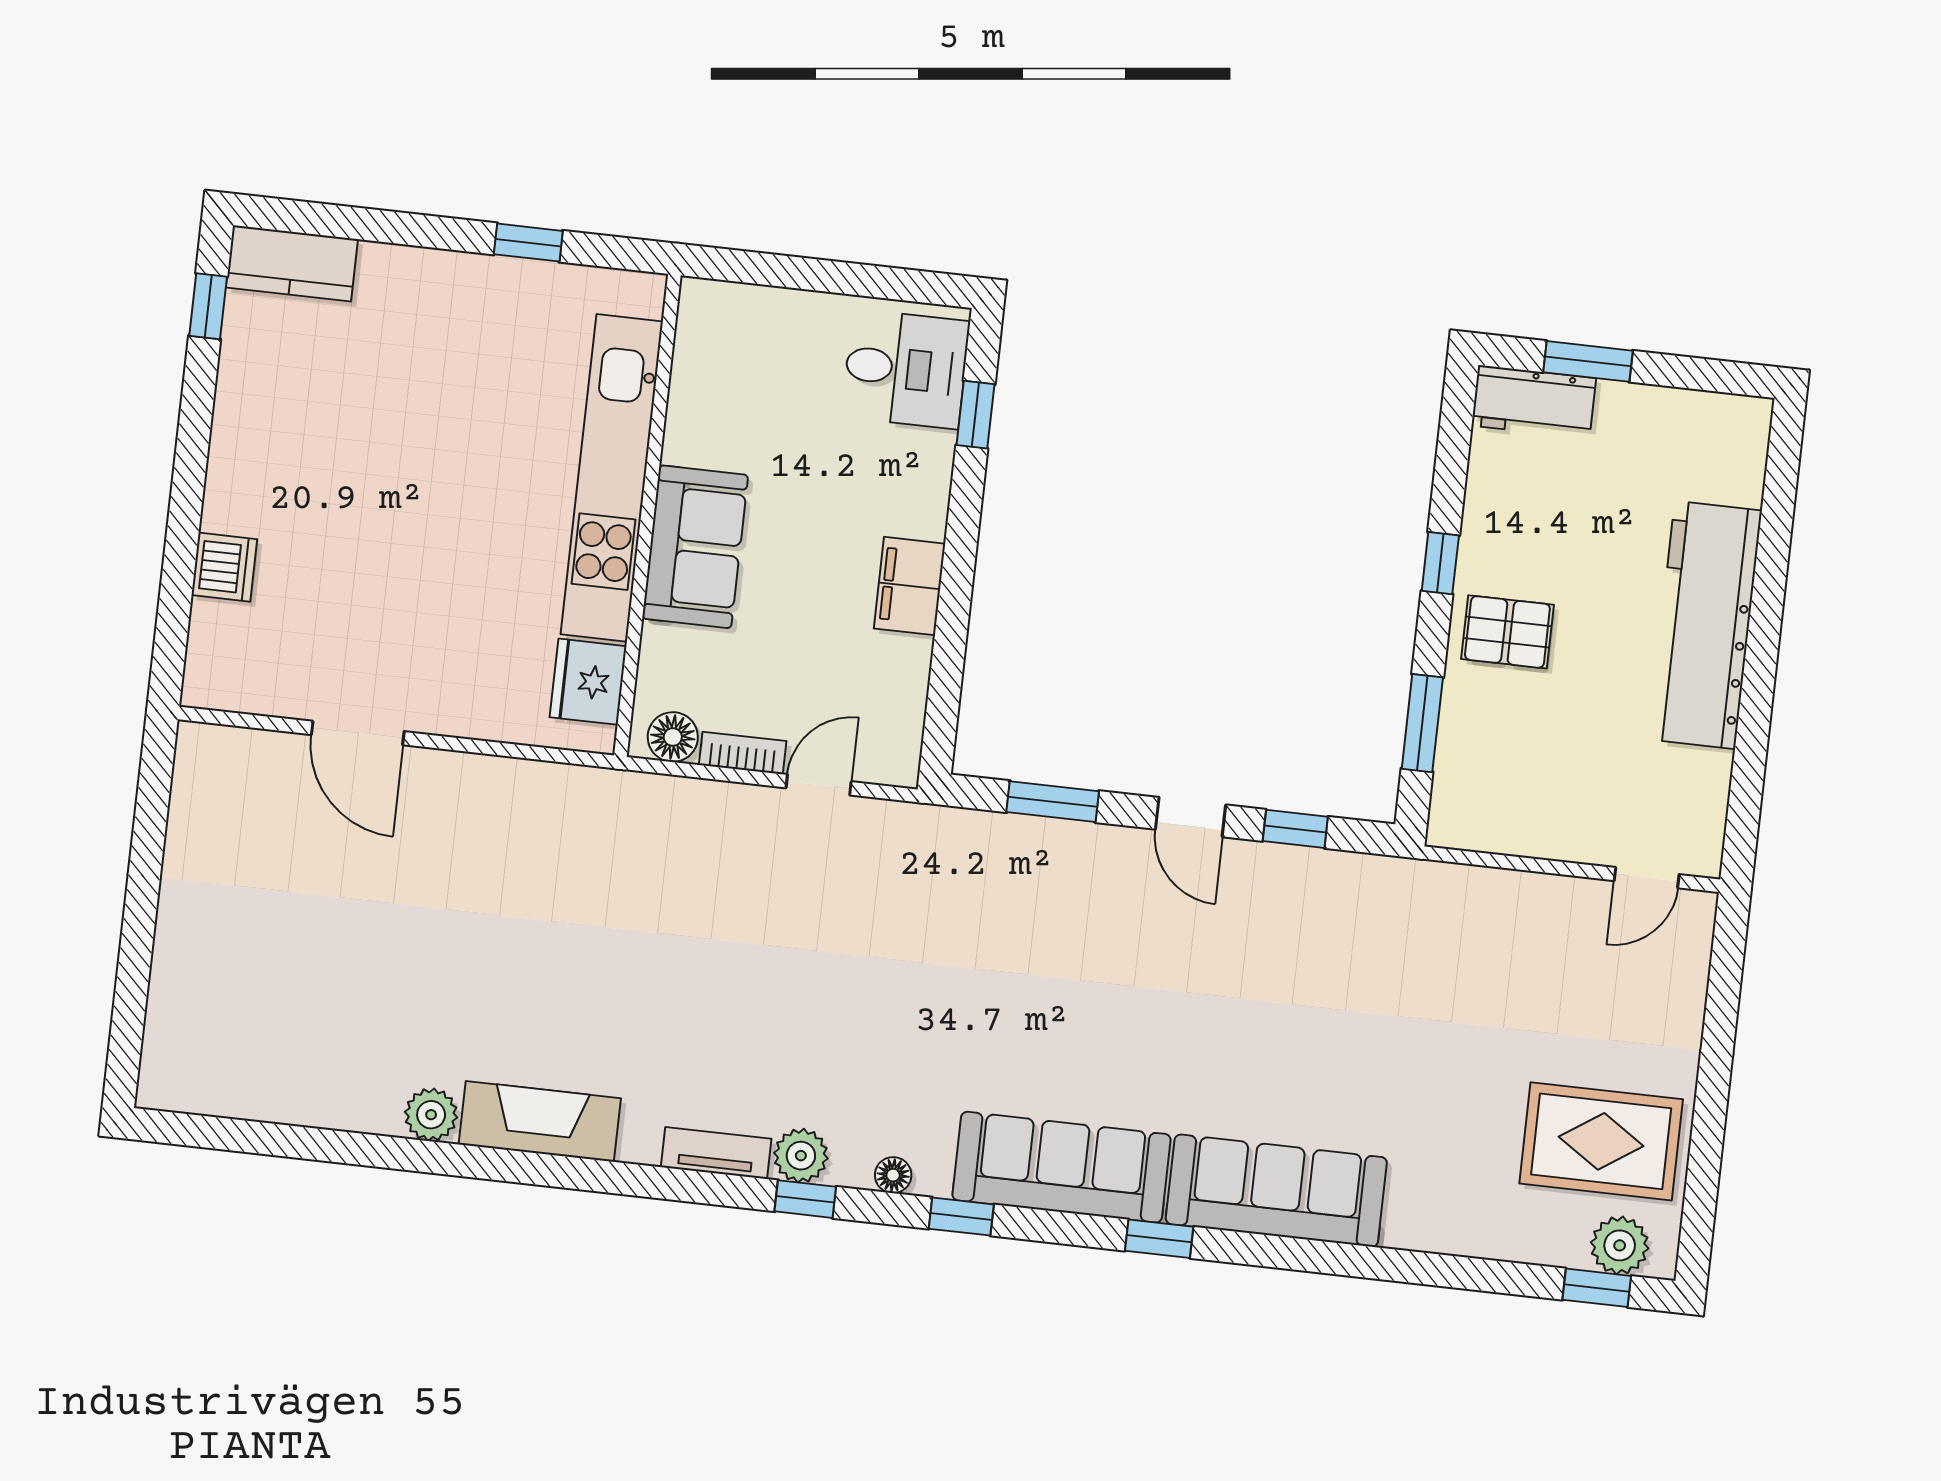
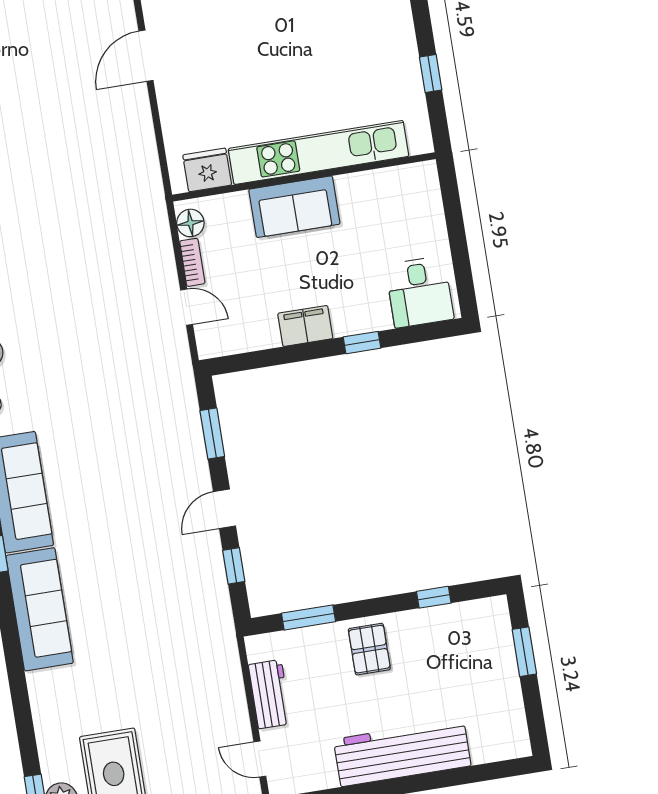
workbench: (1534, 402) -> (270, 694), moved, turned 180
window: (975, 415) -> (362, 343), moved
window: (1440, 563) -> (434, 597), moved

